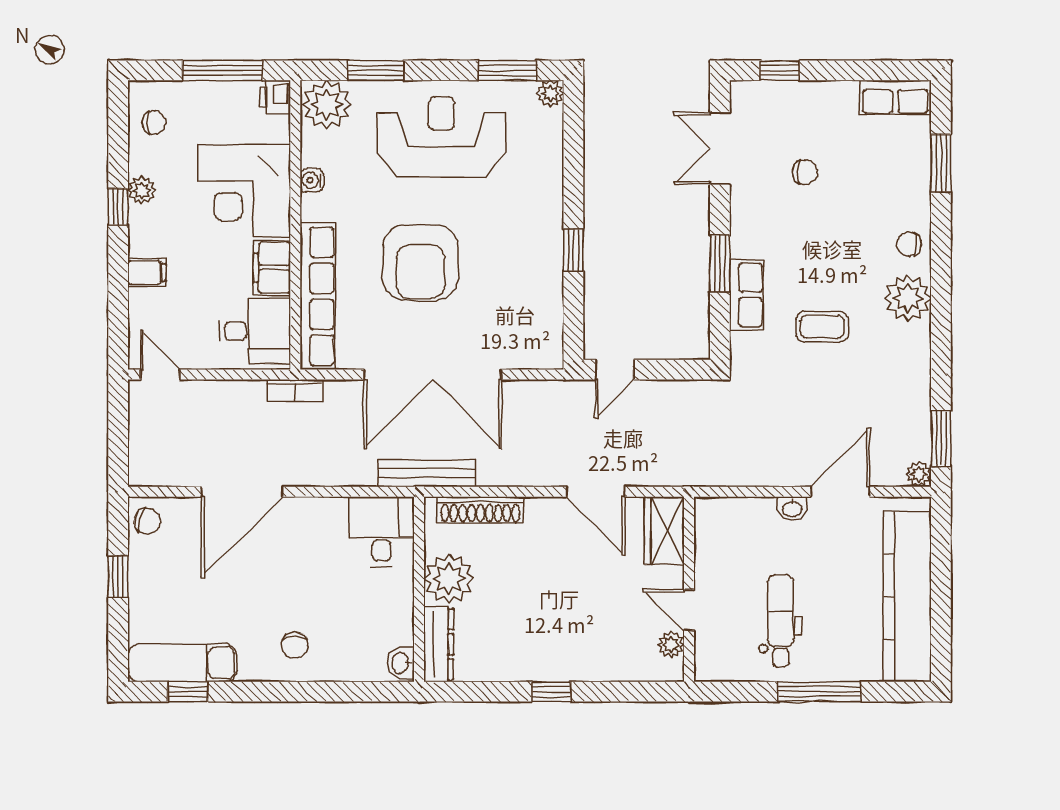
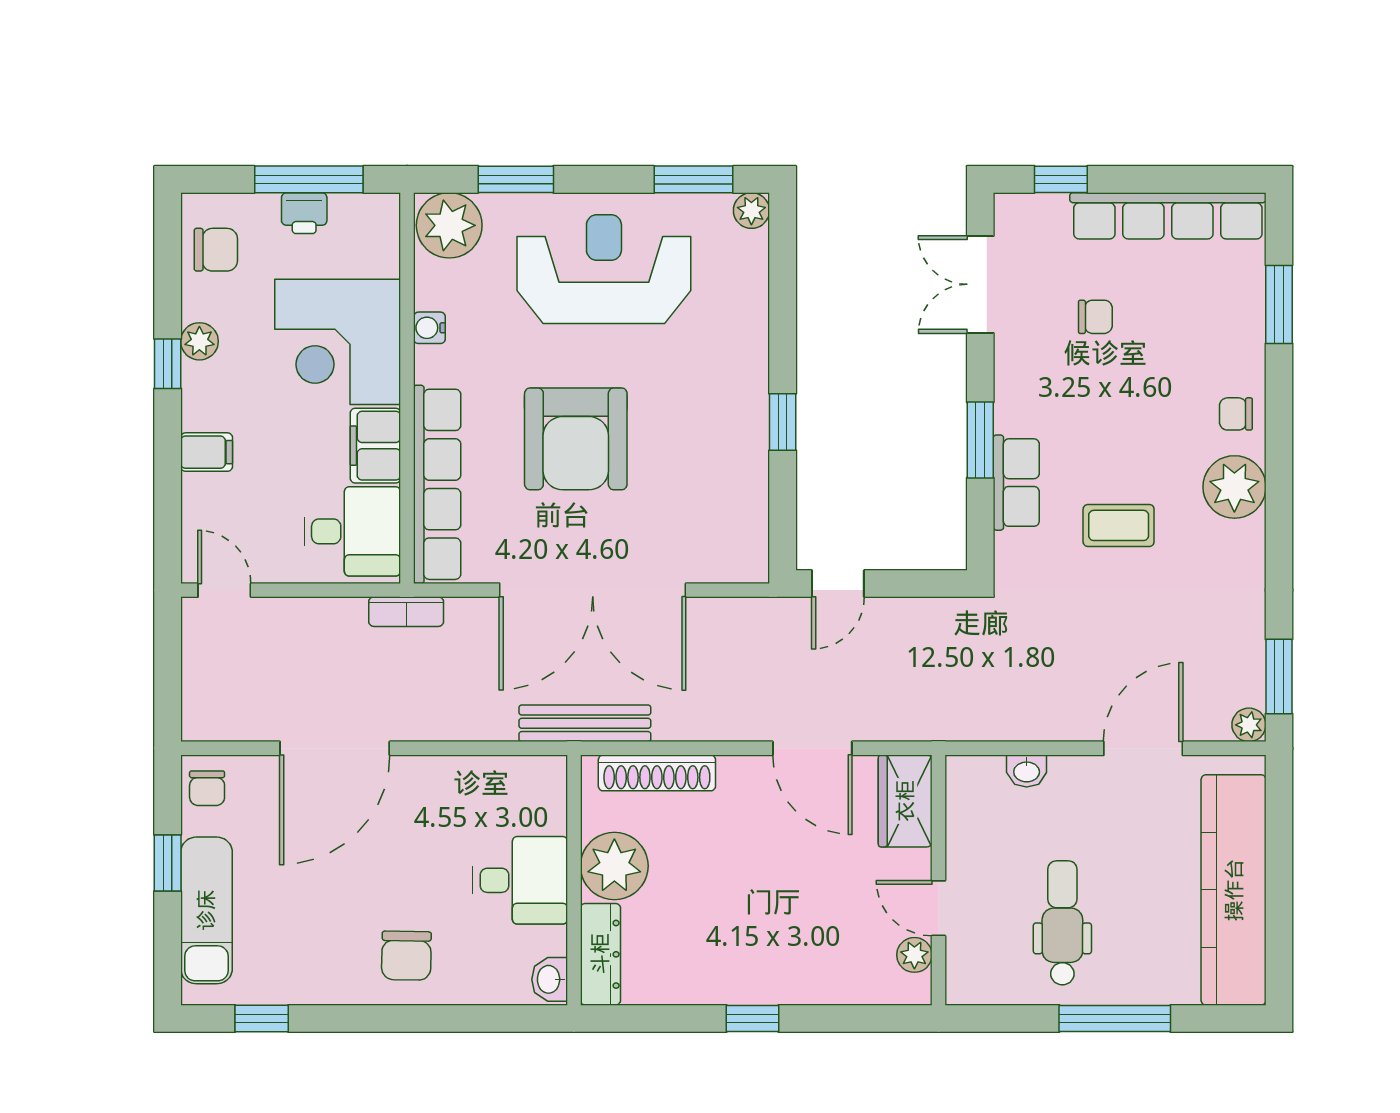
printer: (275, 97) -> (304, 213), moved, turned -90
row of seats: (895, 97) -> (1168, 216), width x2.02
chair: (154, 122) -> (216, 250), width x1.37, depth x1.37
washbasin: (792, 508) -> (1027, 771), moved
chair: (147, 521) -> (207, 788), turned 74
desk: (382, 532) -> (520, 880), moved, turned 90
chair: (295, 645) -> (406, 956), width x1.37, depth x1.37
exam couch: (182, 663) -> (206, 910), moved, turned 90

